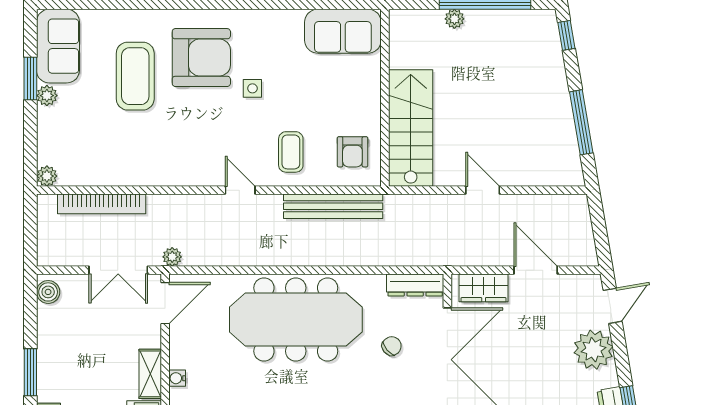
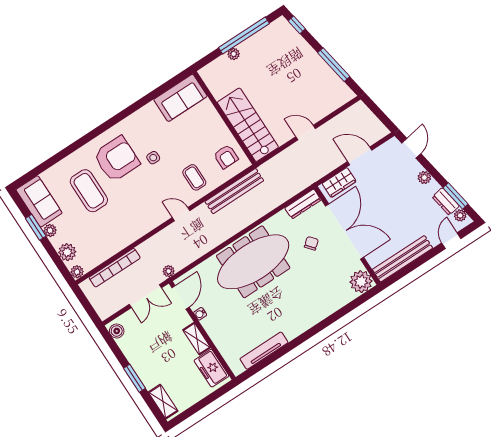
plant: (51, 140) -> (67, 252), added
plant: (593, 350) -> (424, 178), width x0.53, depth x0.53
water cooler: (177, 378) -> (200, 314), moved

